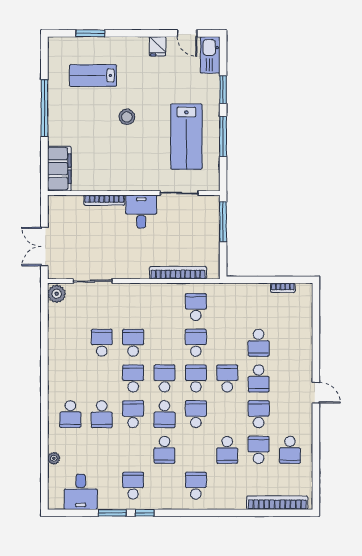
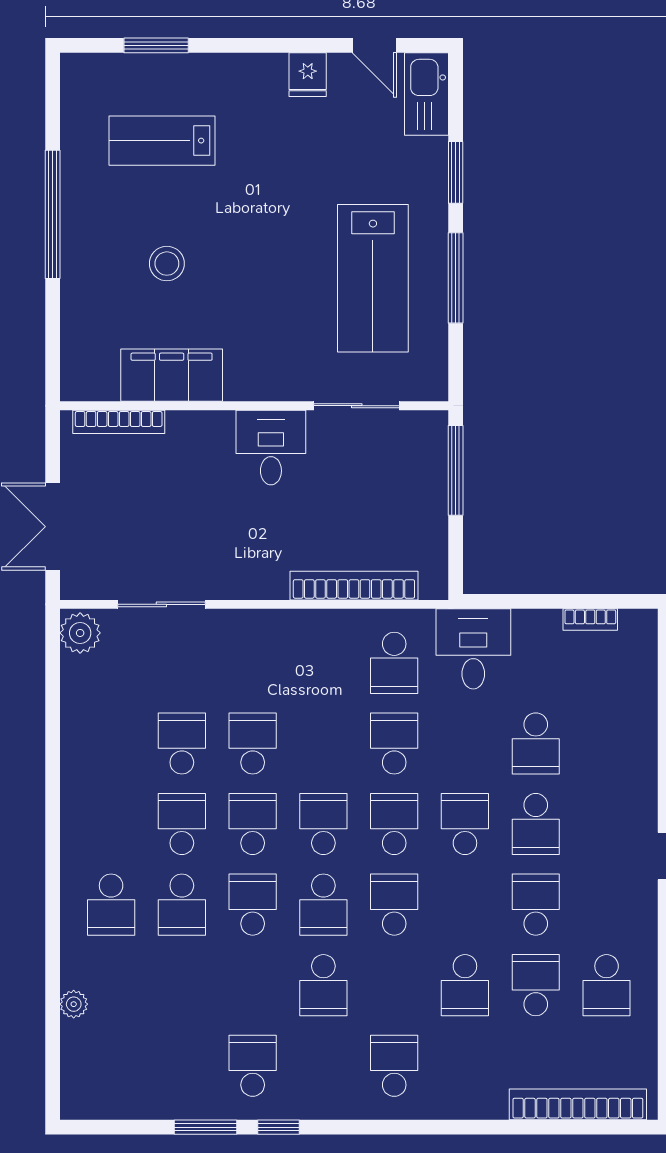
stool: (127, 117) -> (167, 264), moved
filing cabinet: (59, 169) -> (172, 375), moved, turned -90
bookcase: (104, 200) -> (119, 422), moved
school desk: (196, 307) -> (394, 663), turned 180
school desk: (102, 378) -> (182, 824), added
desk: (81, 492) -> (473, 649), moved, turned 180

